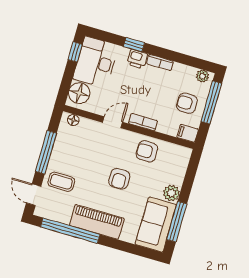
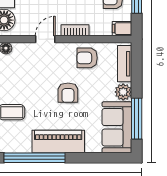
tv unit: (180, 167) -> (125, 64), added

